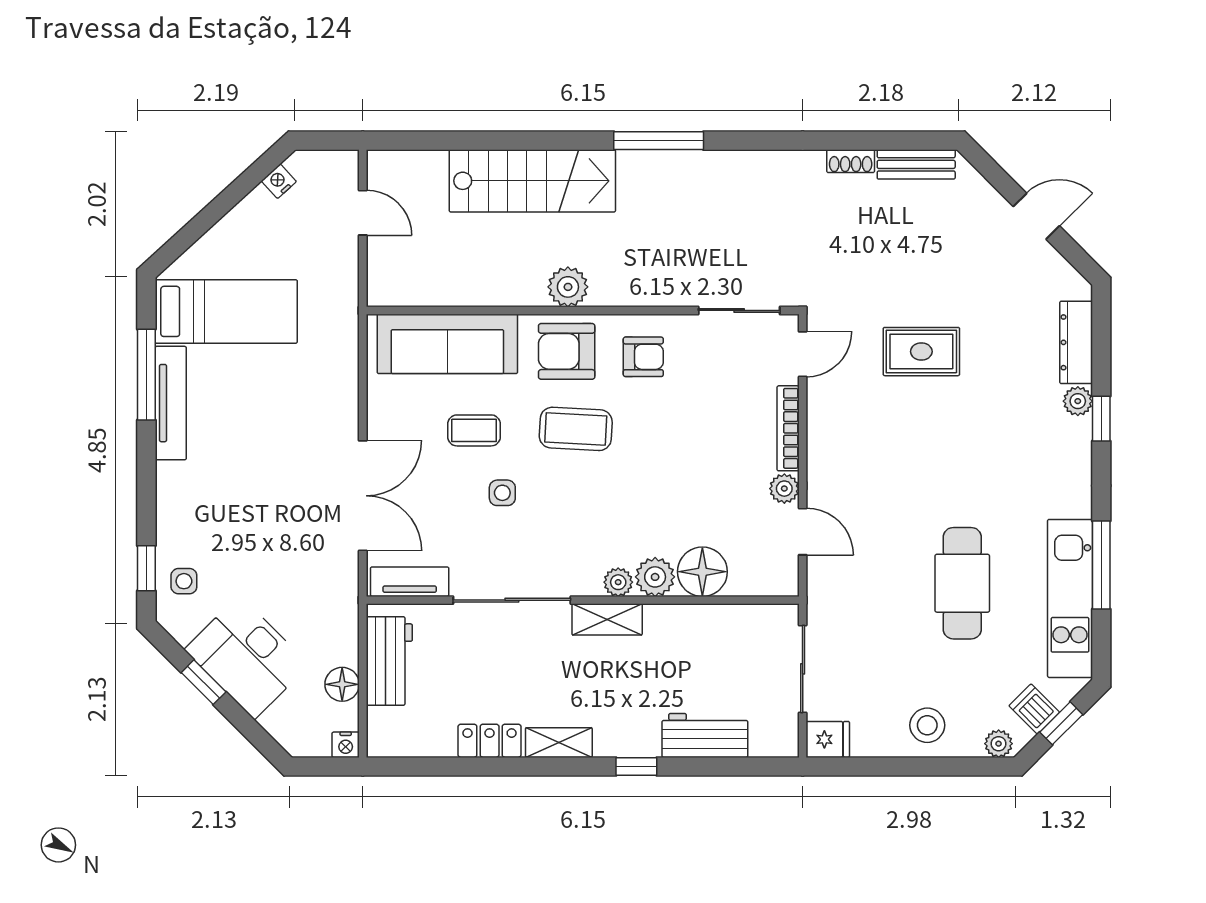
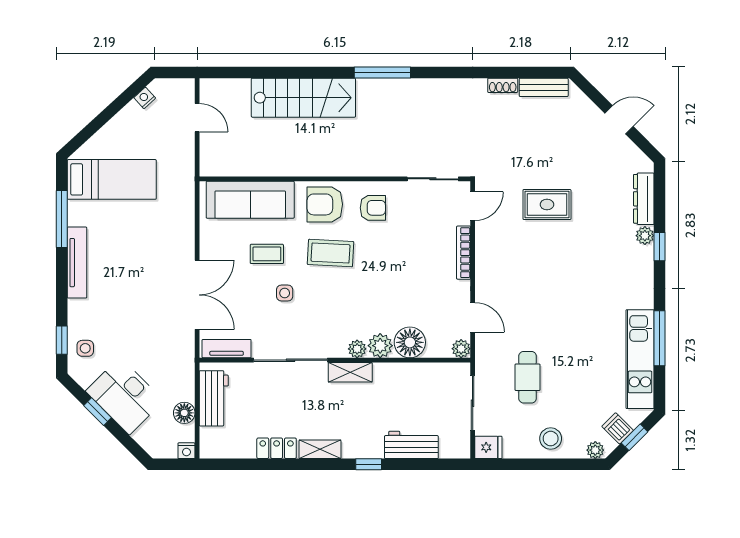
plant: (568, 287) -> (326, 164), removed
tv unit: (171, 403) -> (77, 263), moved
plant: (784, 489) -> (461, 349), moved
cafe table: (962, 583) -> (528, 377), moved, width x0.73, depth x0.74

